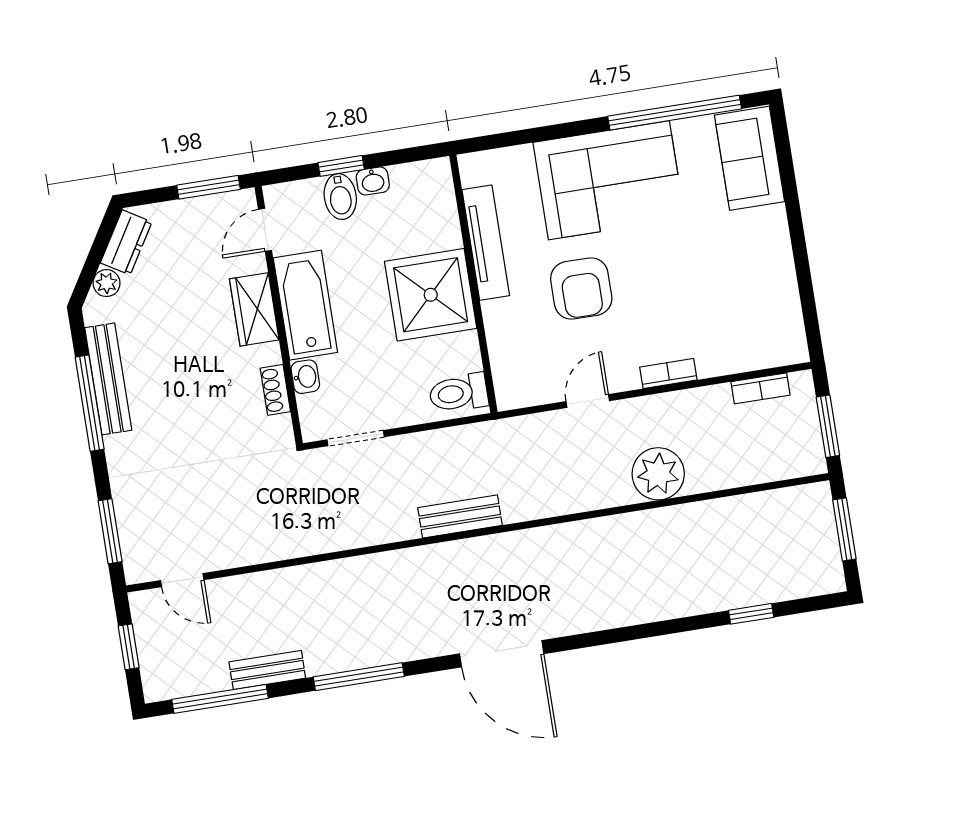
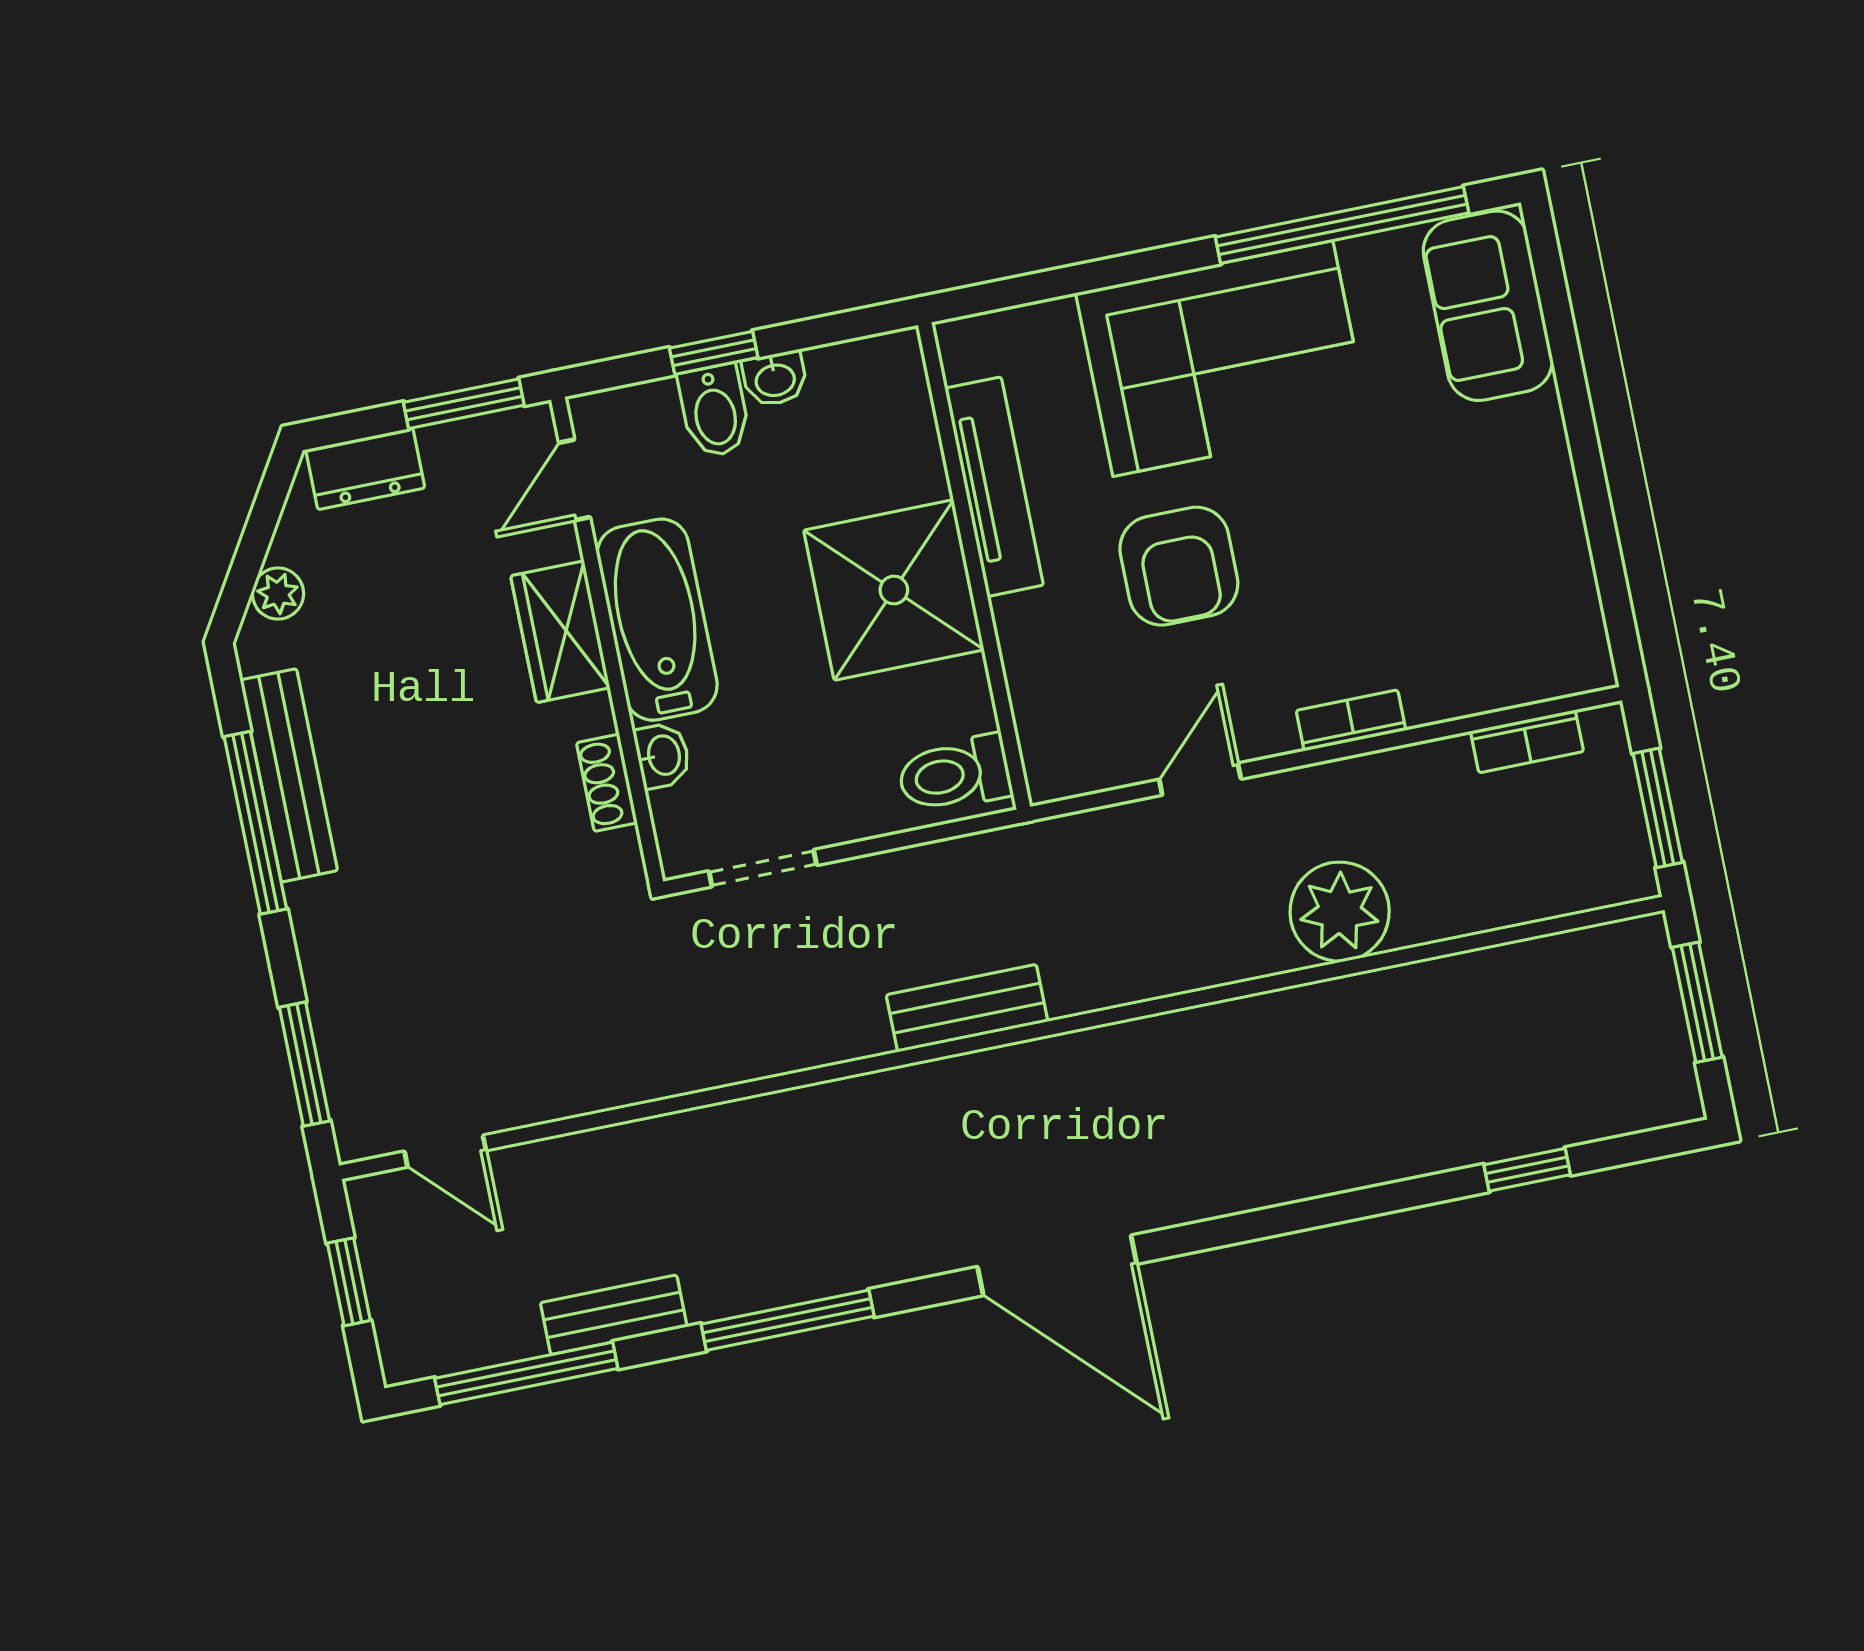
dresser: (126, 242) -> (365, 469), moved, turned 59

